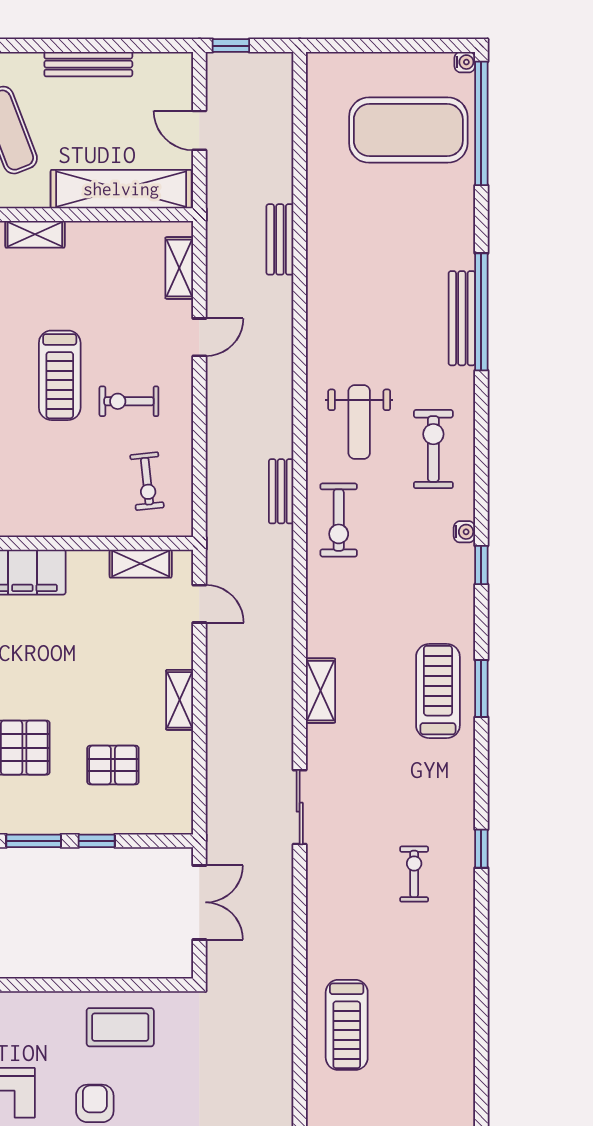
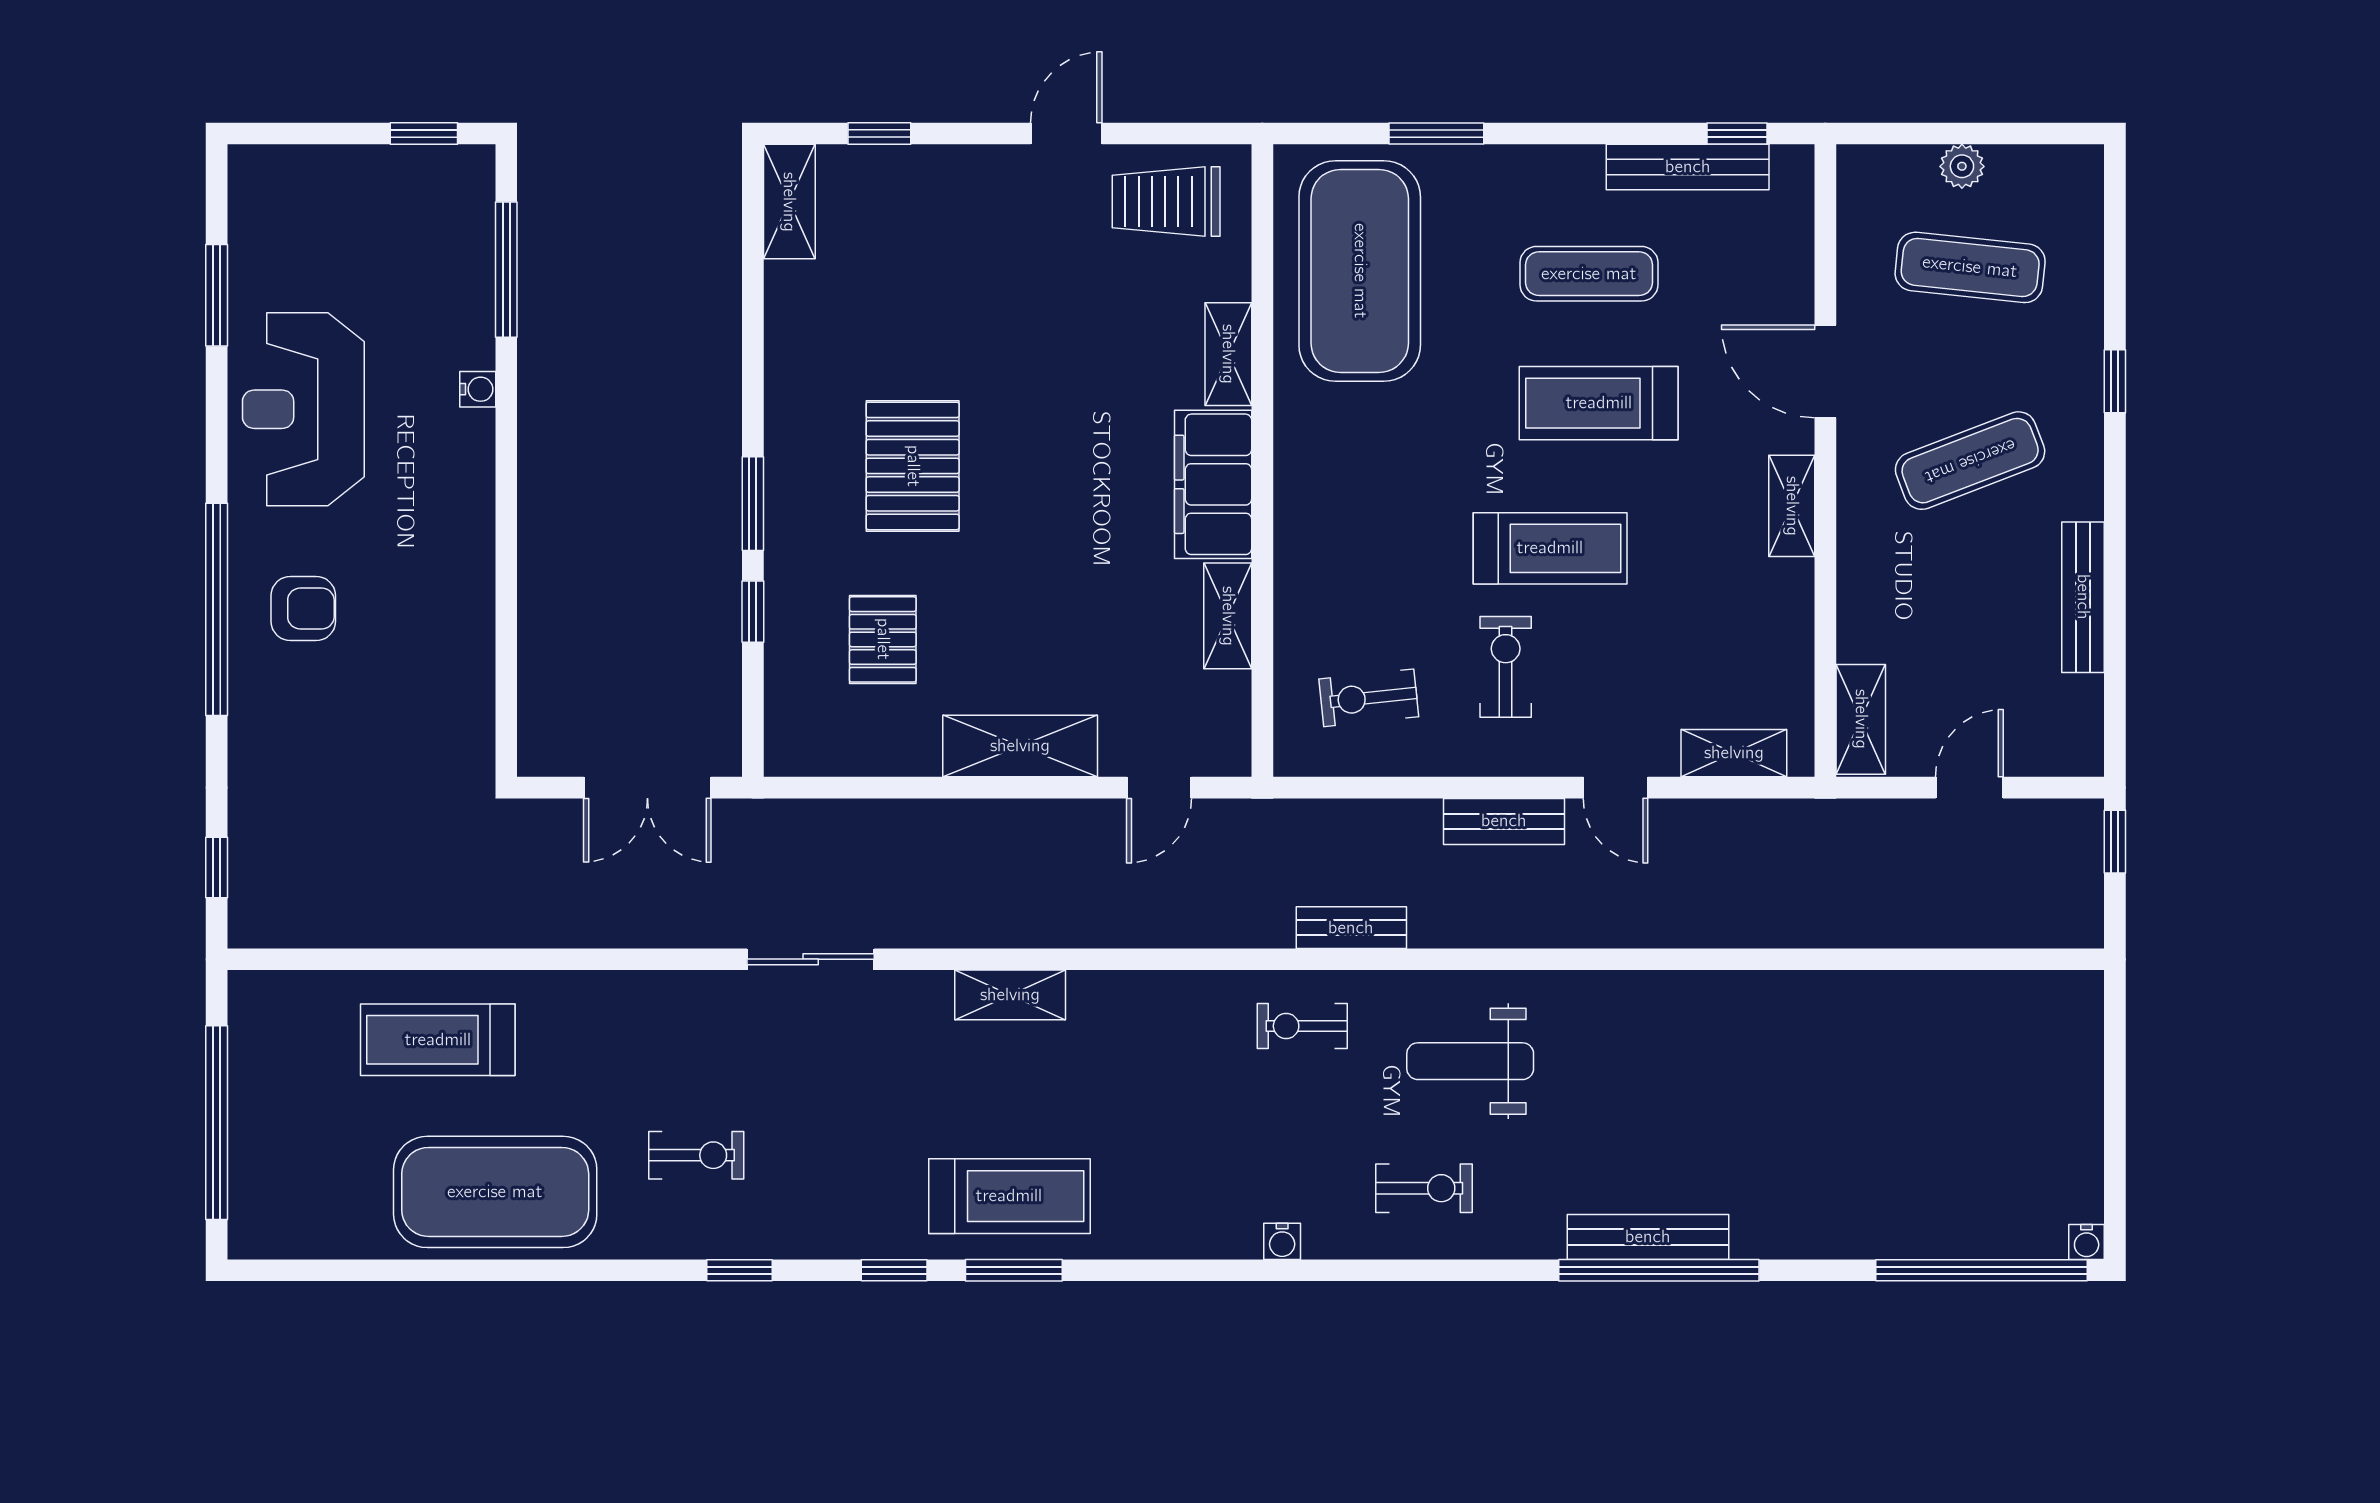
exercise mat: (408, 130) -> (495, 1192), moved, turned 90
shelving: (121, 189) -> (1861, 719), width x0.45, depth x0.75
bench: (280, 239) -> (1504, 821), moved
treadmill: (60, 375) -> (1550, 548), turned 180
exercise bike: (433, 449) -> (1424, 1188), width x0.73, depth x0.72
exercise bike: (339, 520) -> (1302, 1026), width x0.73, depth x0.72
shelving: (141, 564) -> (1228, 616), moved
window: (481, 565) -> (894, 1270), moved
shelving: (180, 700) -> (1020, 746), width x1.50, depth x1.33
coffee table: (120, 1027) -> (434, 652), removed

